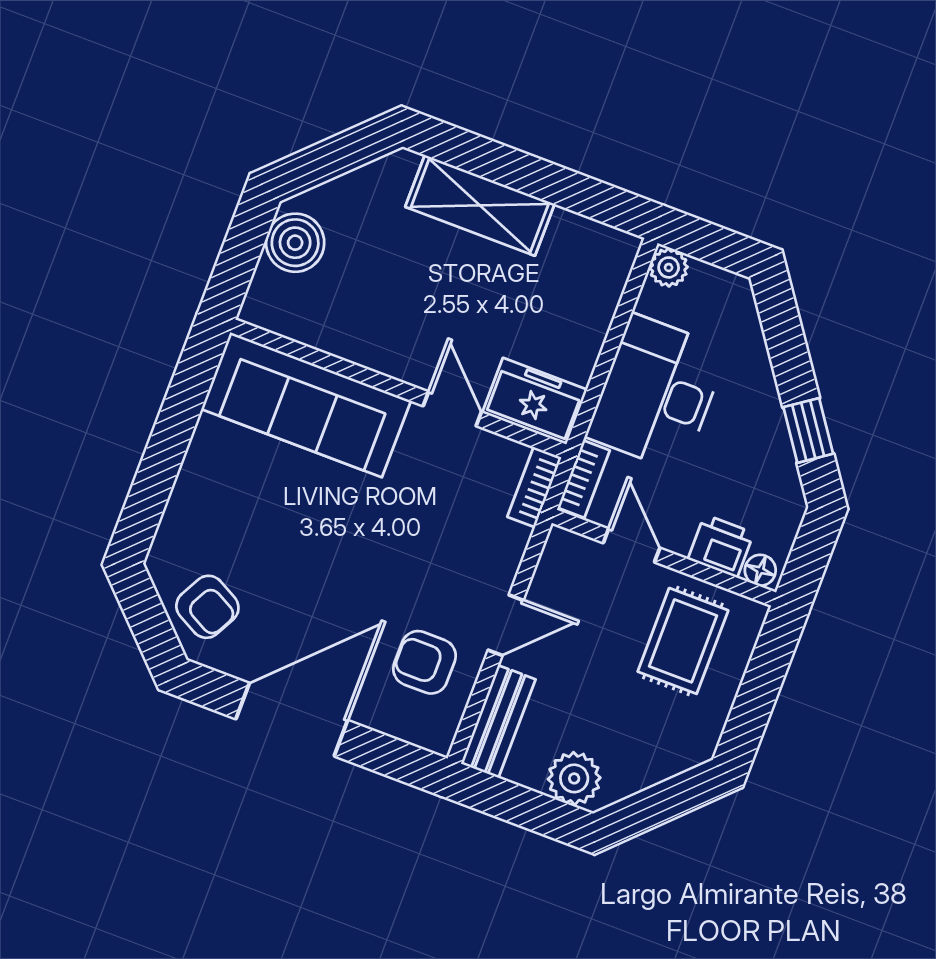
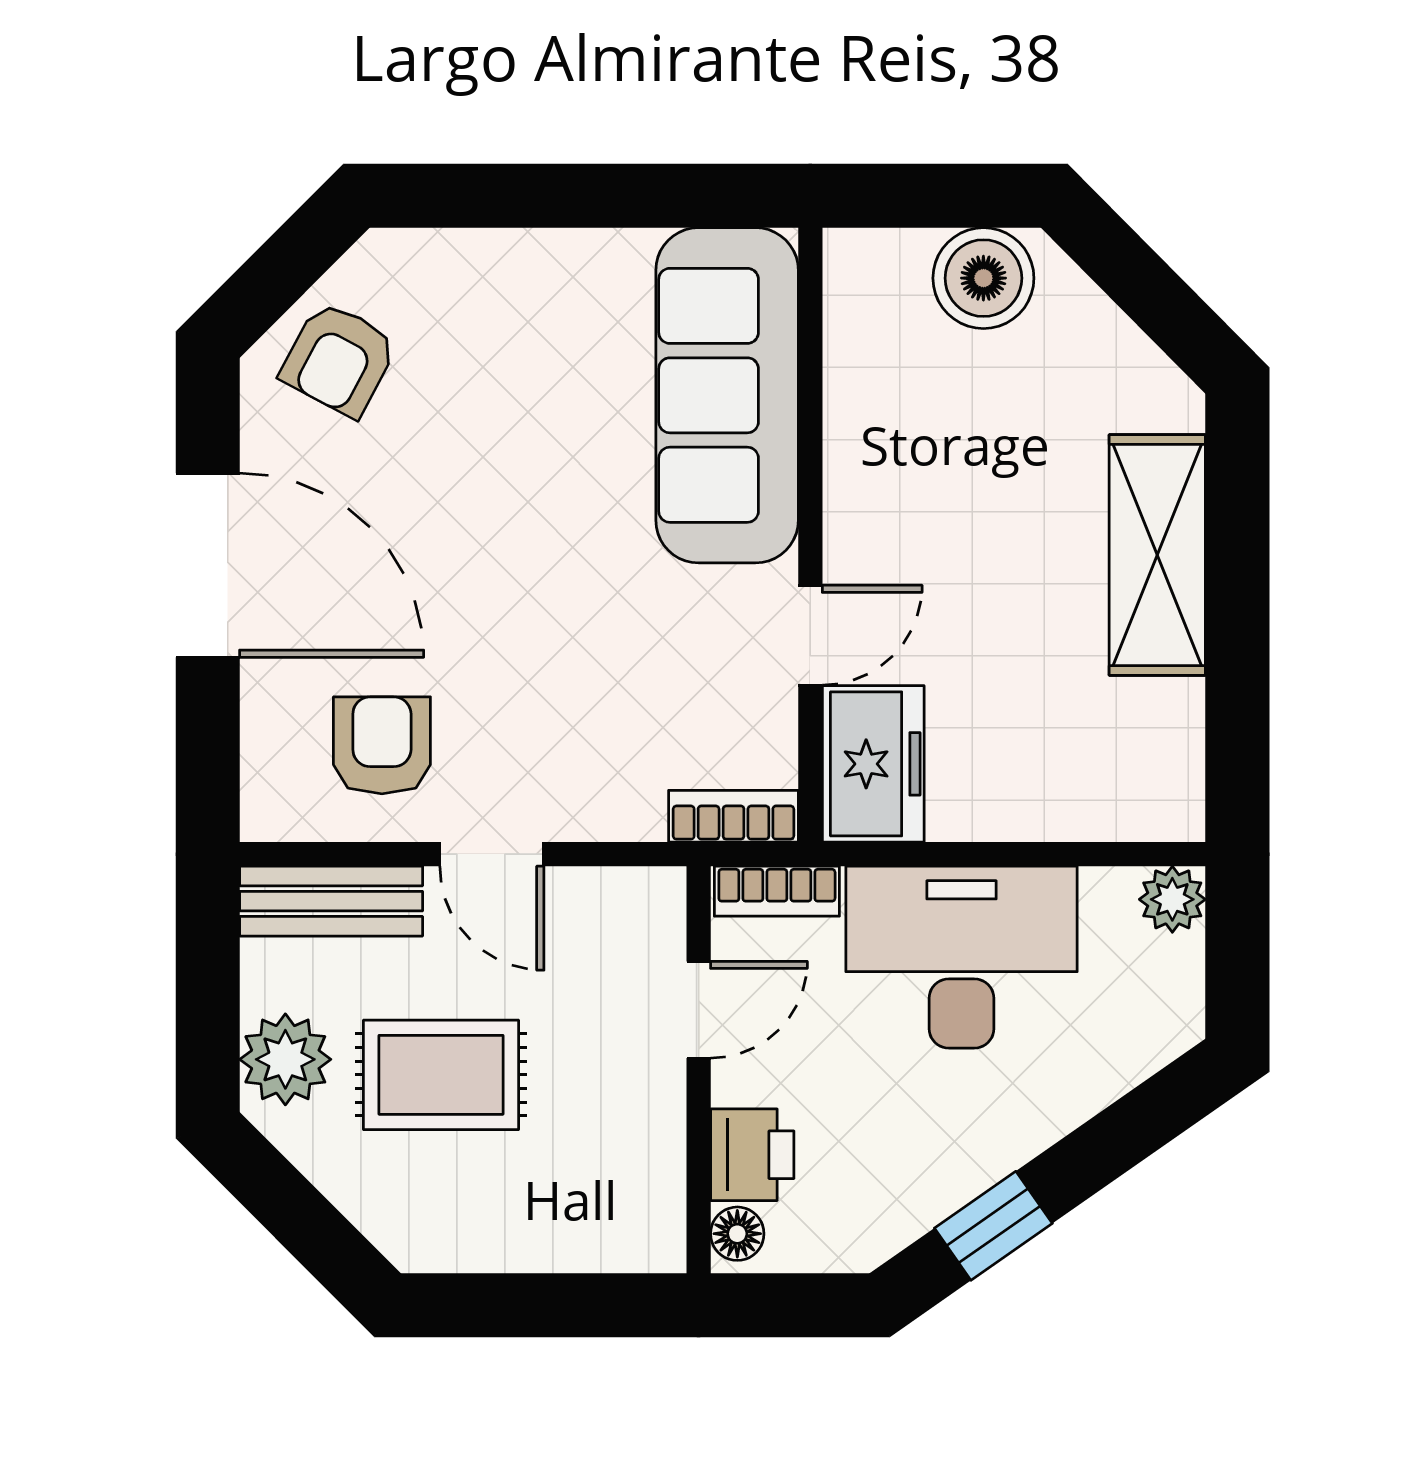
rug: (683, 641) -> (441, 1075), moved

